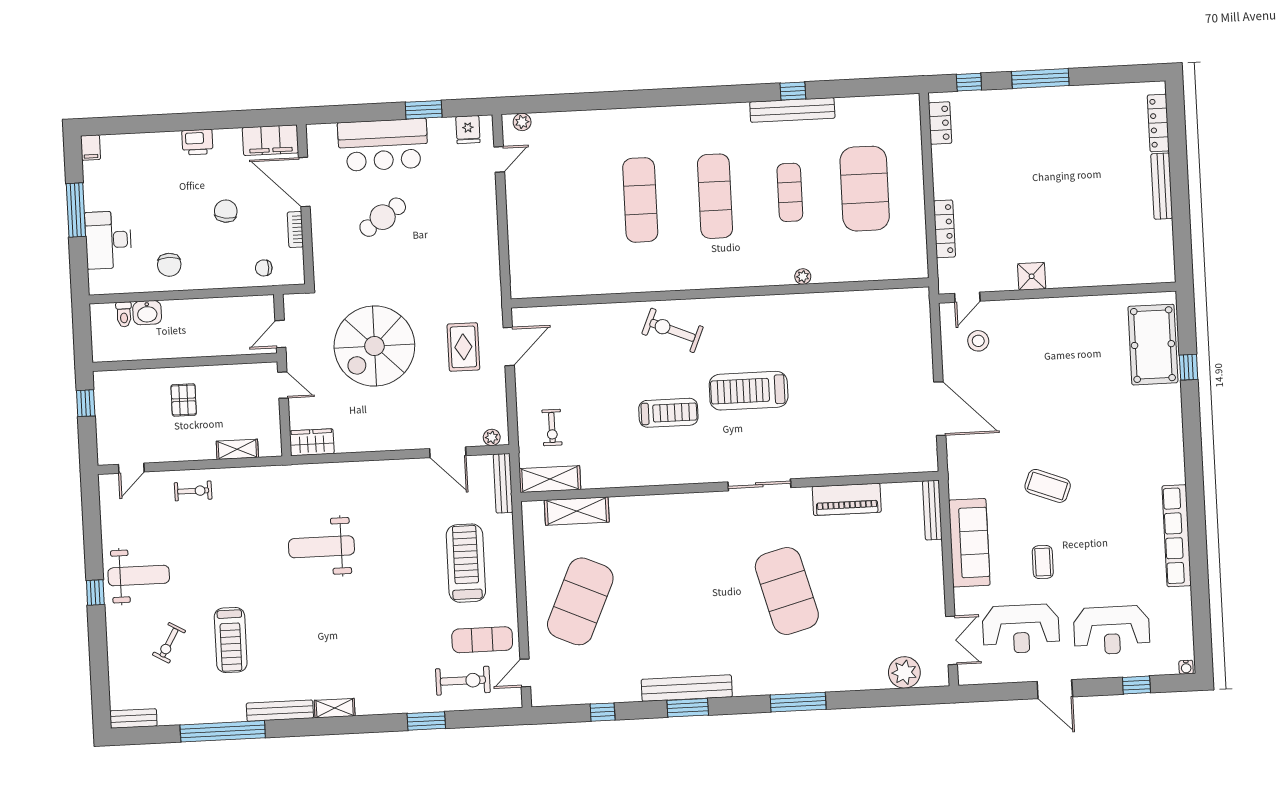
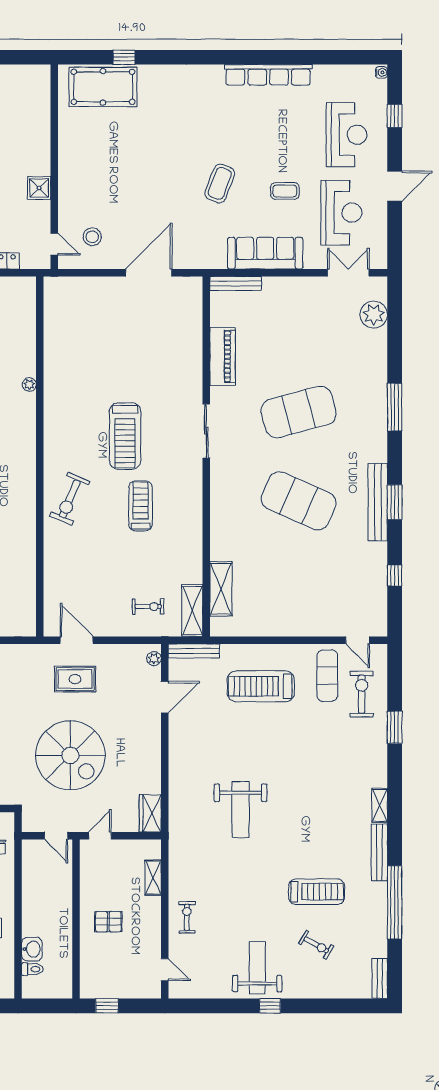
exercise mat: (580, 601) -> (299, 501), moved

